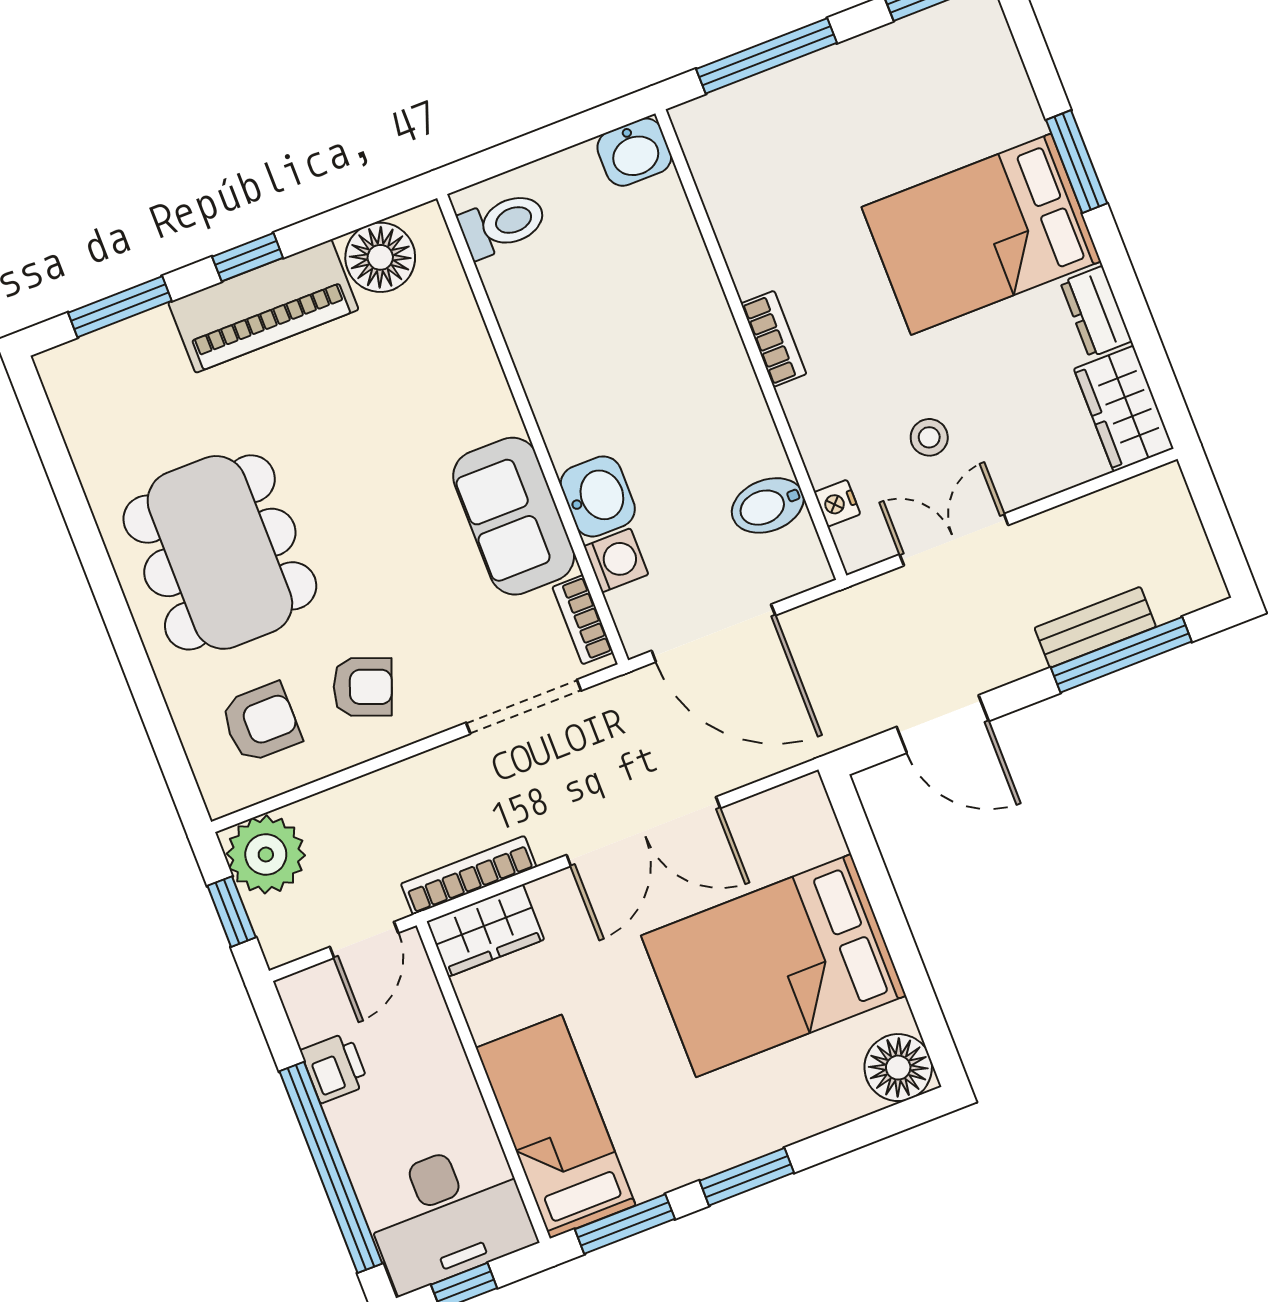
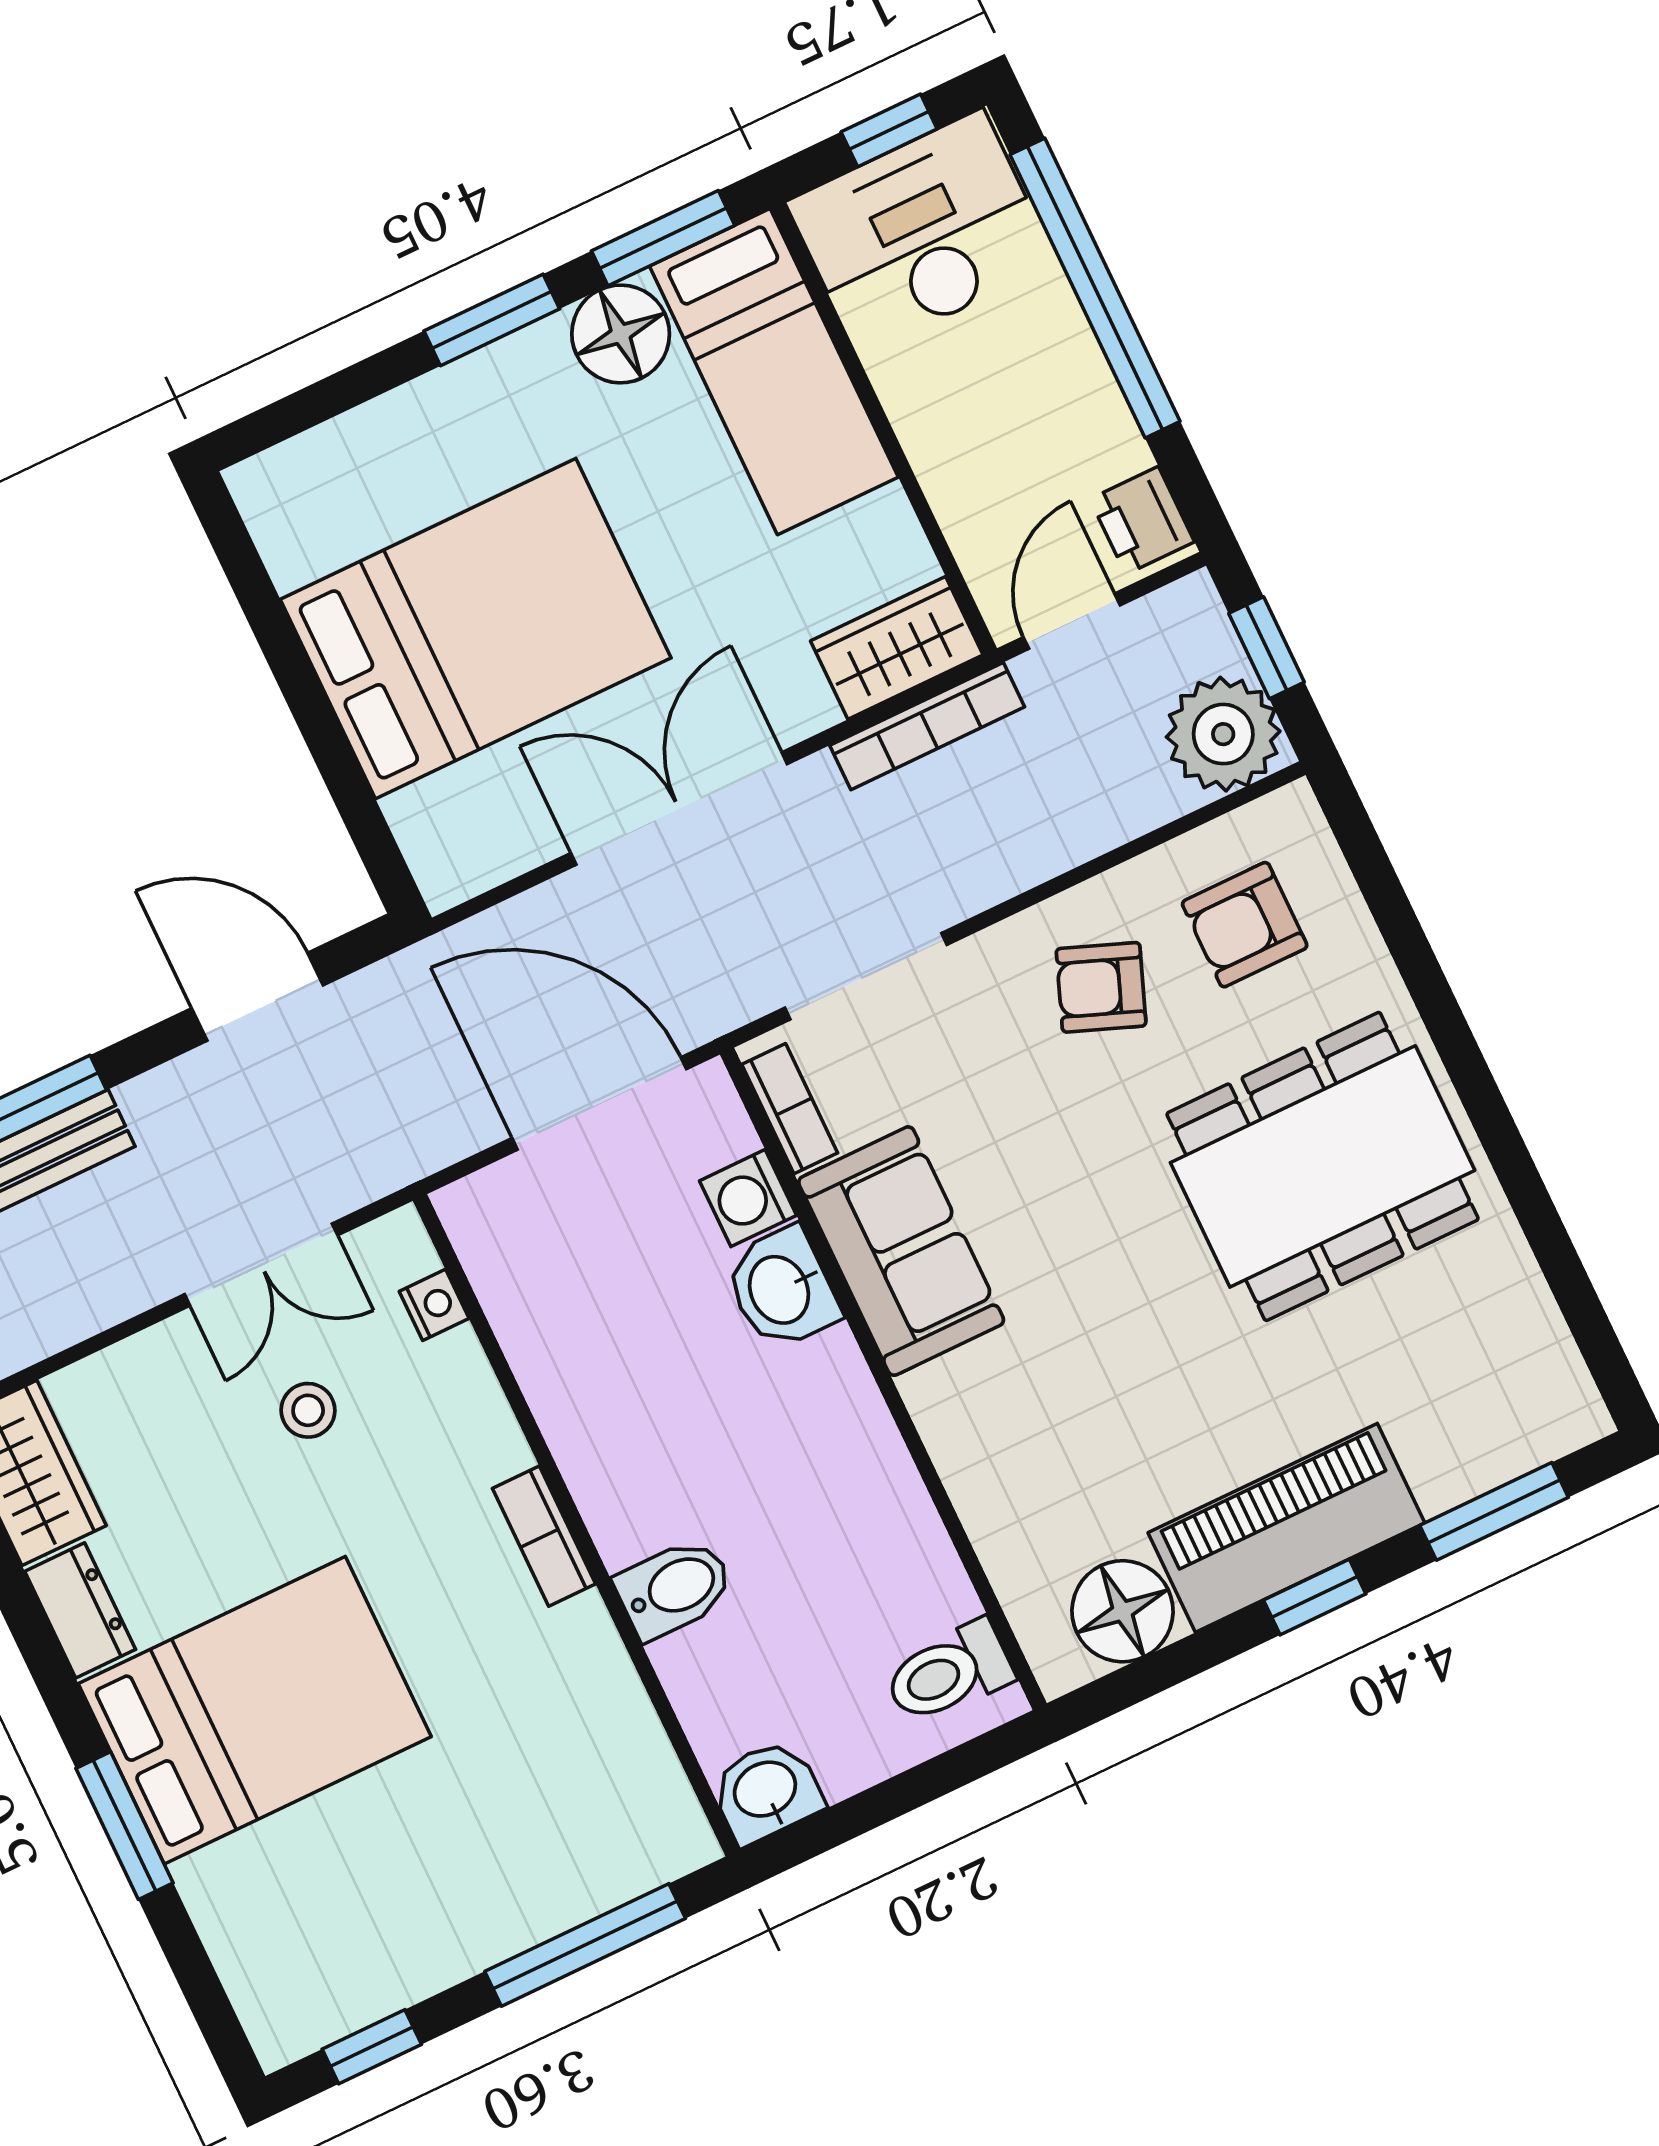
bidet: (768, 505) -> (675, 1588), moved
dining table: (220, 552) -> (1323, 1166), turned 90
printer: (335, 1068) -> (1142, 520), moved
floor lamp: (898, 1068) -> (621, 334), moved

